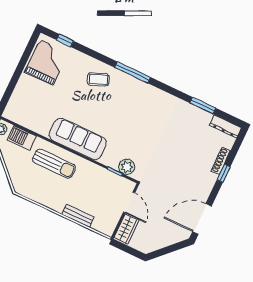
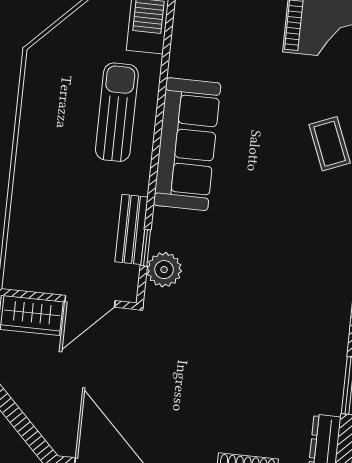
sun lounger: (54, 164) -> (117, 112), turned 180
bench: (78, 216) -> (131, 229), moved

